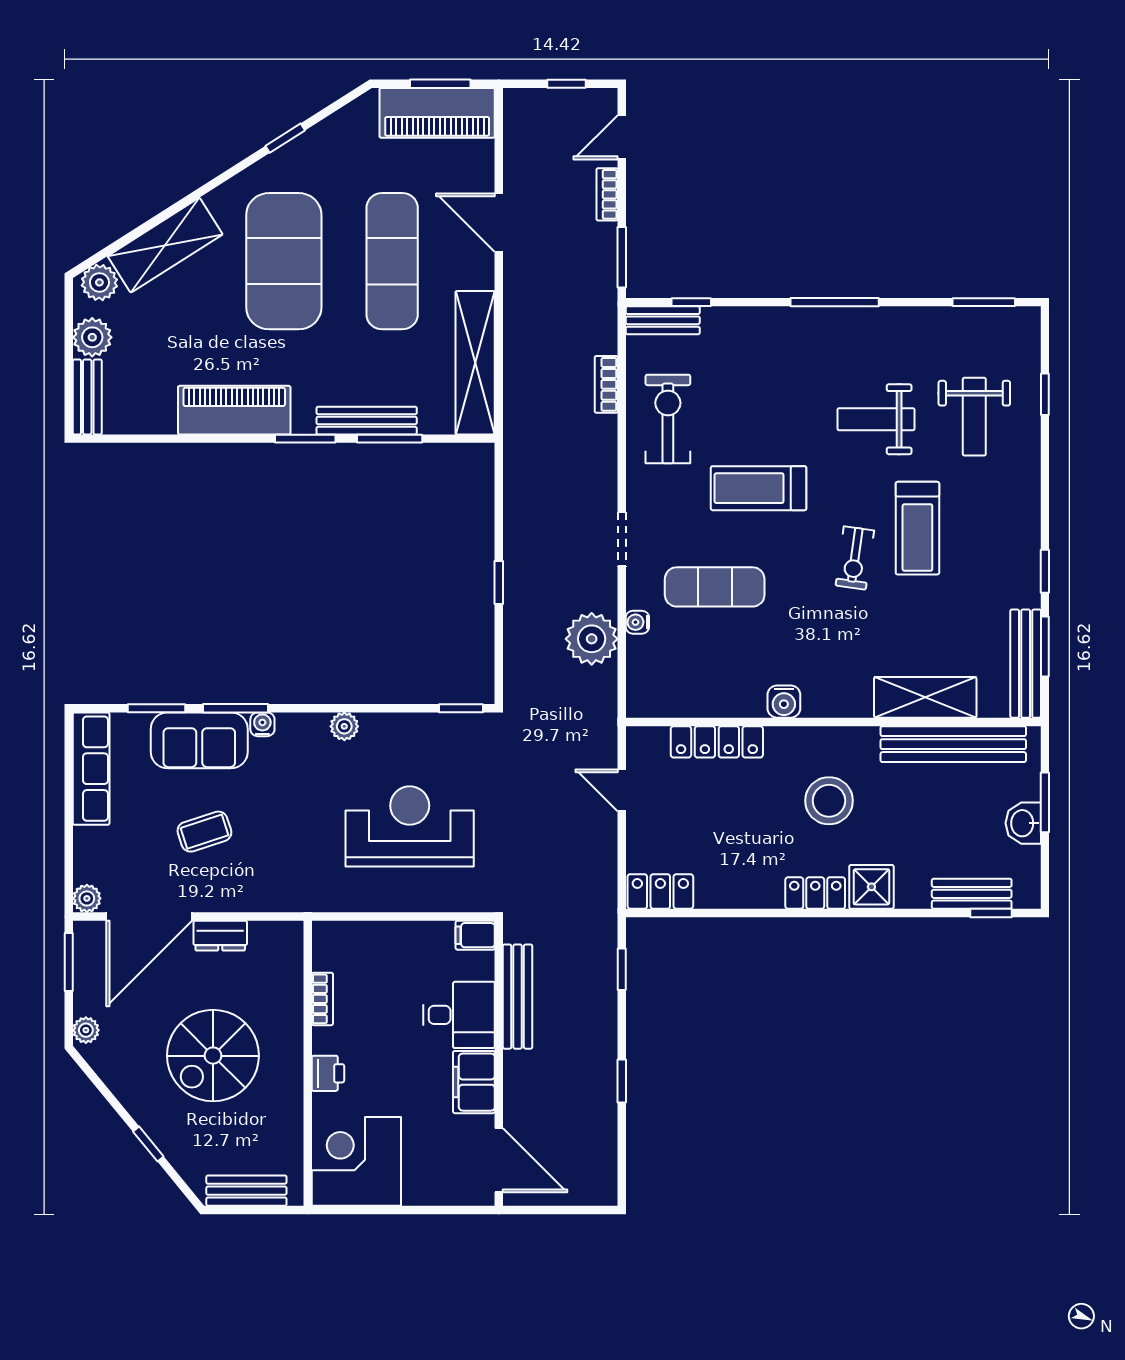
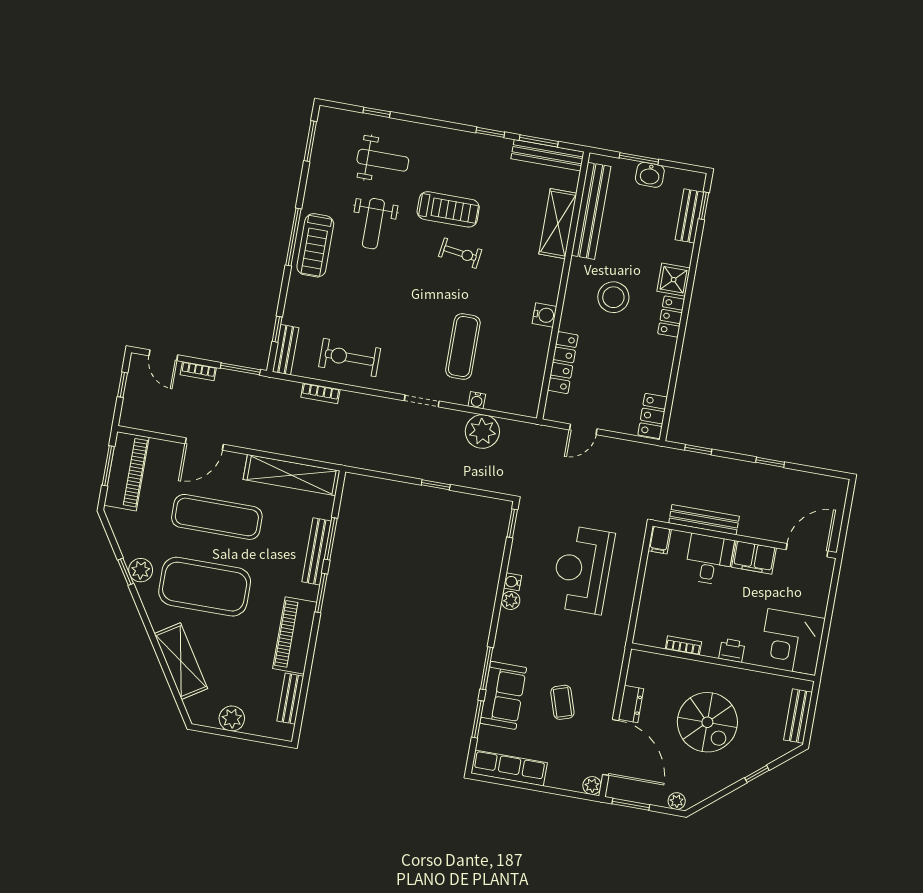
plant: (99, 282) -> (141, 570), moved
bench: (87, 397) -> (290, 699), moved, turned 90
treadmill: (759, 488) -> (315, 245), moved
water cooler: (262, 724) -> (513, 582), moved

